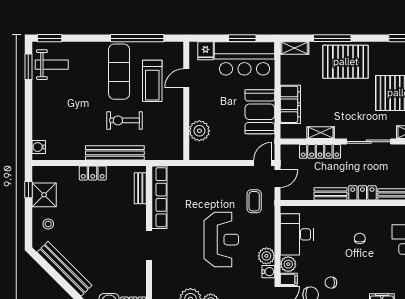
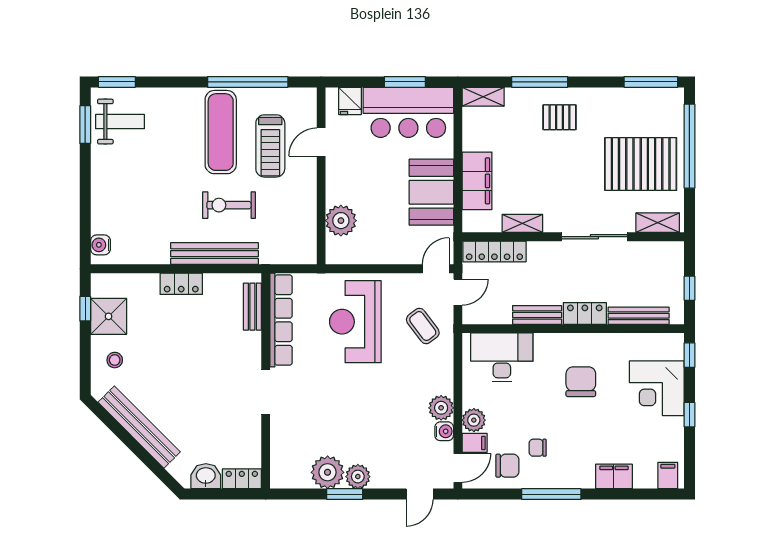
pallet: (346, 62) -> (560, 117), width x0.49, depth x0.50
locker: (320, 151) -> (494, 251), moved
coffee table: (254, 201) -> (423, 326), turned -37
desk: (297, 234) -> (502, 357), moved, turned 90
chair: (360, 238) -> (581, 382), width x1.87, depth x1.87
reception desk: (221, 240) -> (355, 322), moved, turned 180

